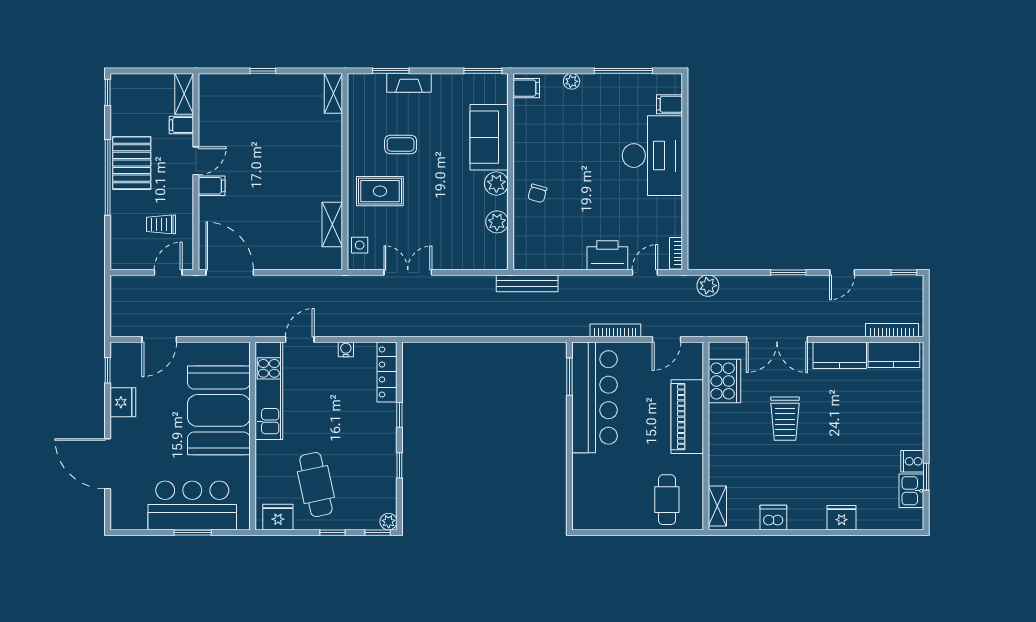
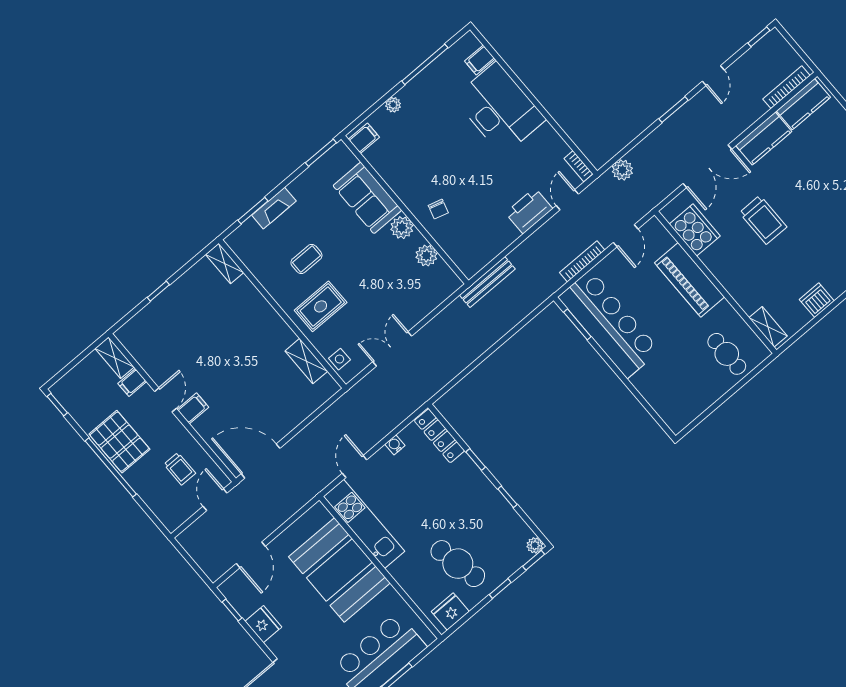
trolley: (161, 224) -> (180, 469), turned -90

